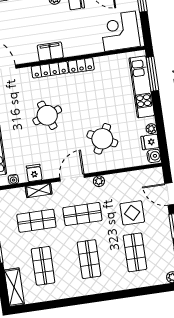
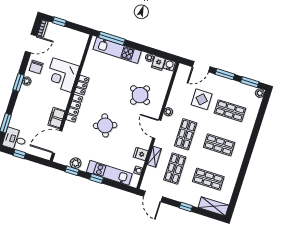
corner desk: (120, 31) -> (62, 75), moved
filing cabinet: (50, 51) -> (57, 118), moved

